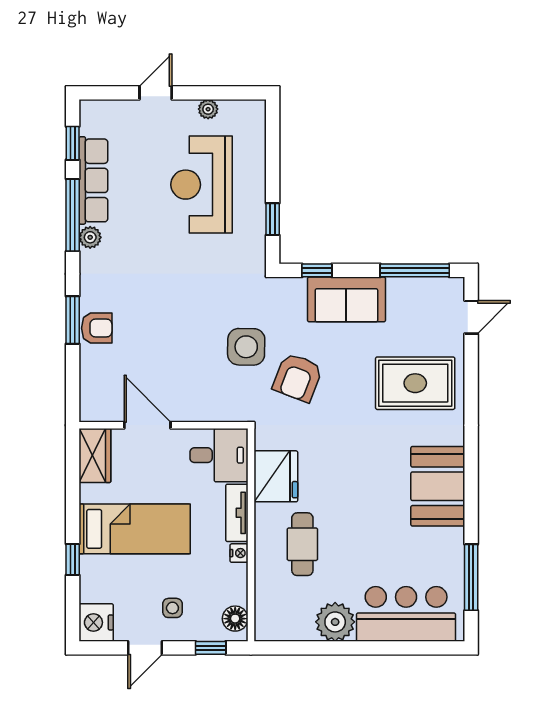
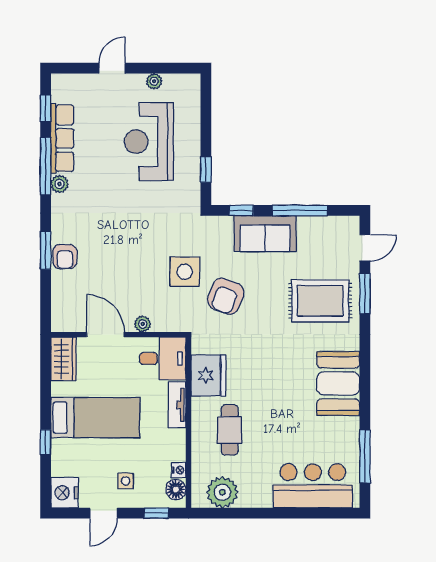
window: (415, 270) -> (300, 210), moved
armchair: (97, 328) -> (65, 257), turned 90
window: (471, 374) -> (365, 294), added
plant: (194, 412) -> (143, 324), added
nightstand: (239, 553) -> (179, 470), moved
plant: (335, 622) -> (222, 492), moved

